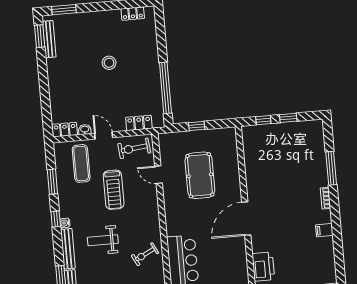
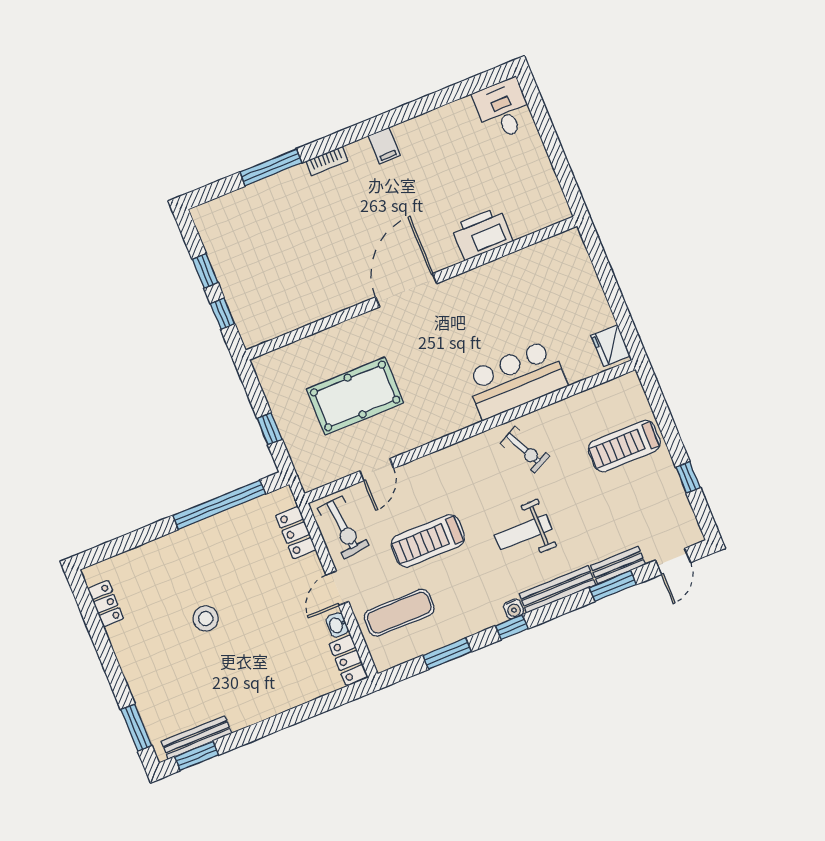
treadmill: (114, 190) -> (428, 541), turned 180
door: (246, 219) -> (406, 290), swing flipped
weight bench: (103, 240) -> (523, 532), turned 90

